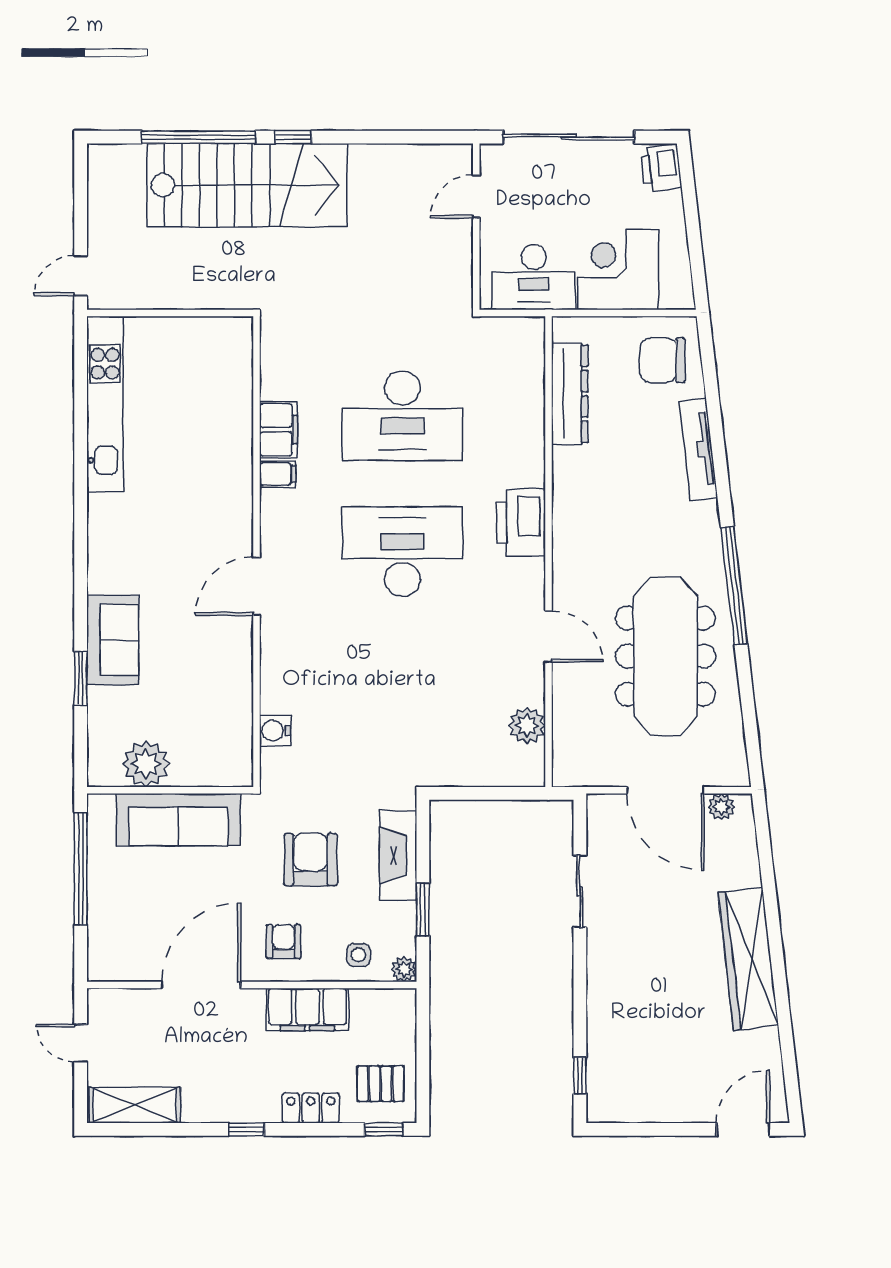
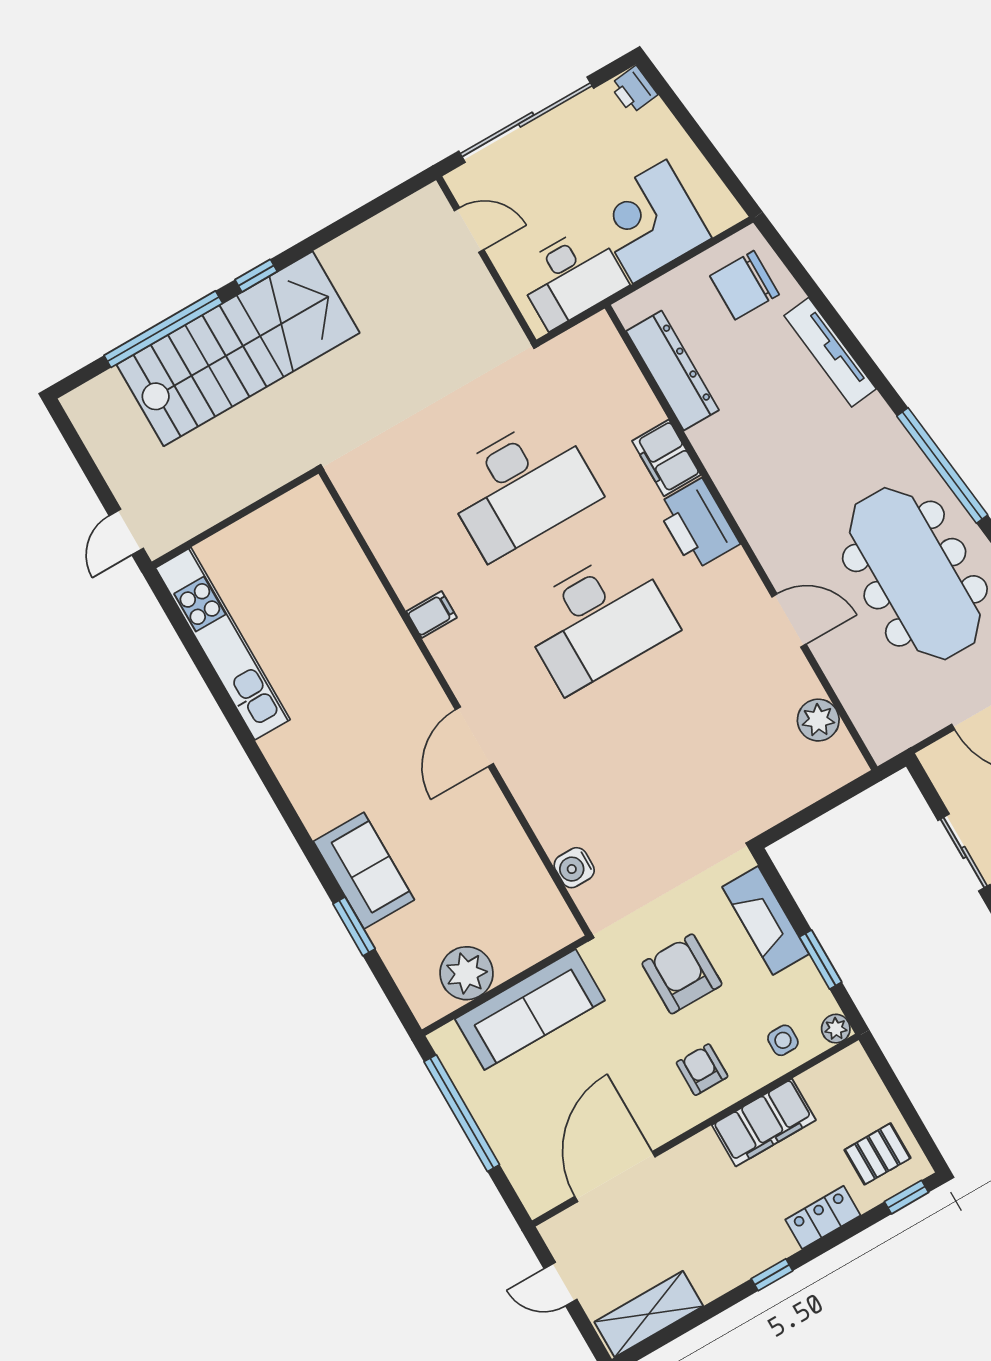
printer: (661, 168) -> (634, 90), width x0.73, depth x0.81
door: (476, 197) -> (469, 230), swing flipped
filing cabinet: (278, 430) -> (666, 458), moved, turned 180
desk: (402, 552) -> (598, 620), turned 180
door: (201, 985) -> (615, 1177), moved

